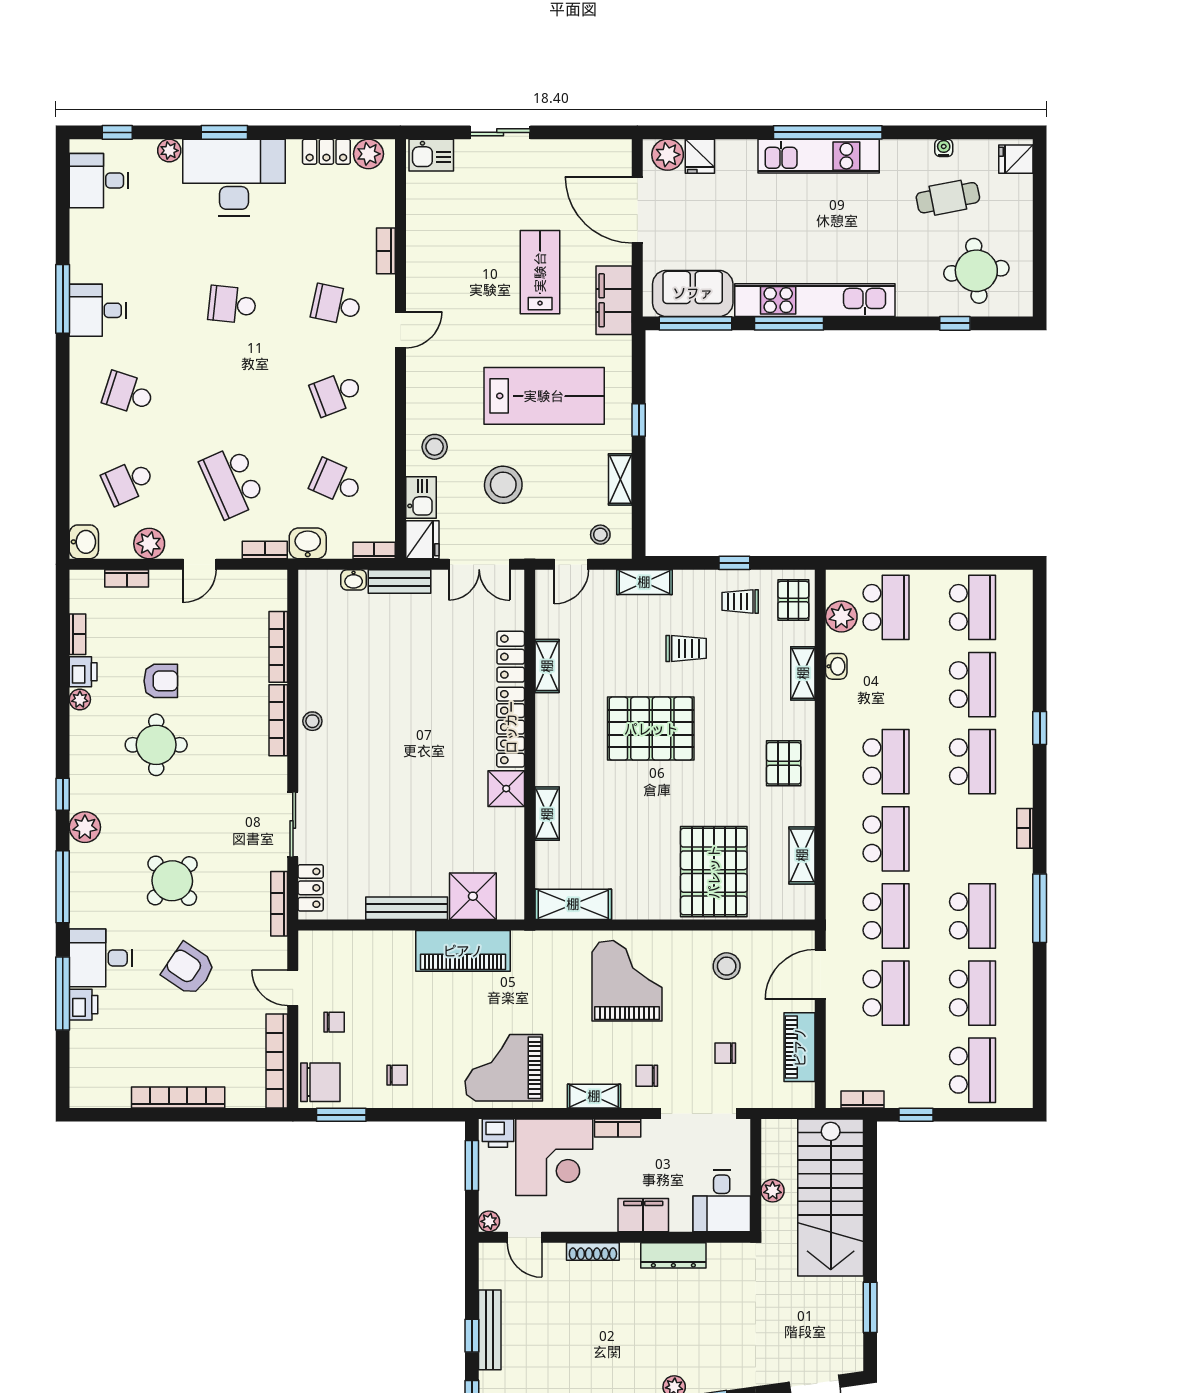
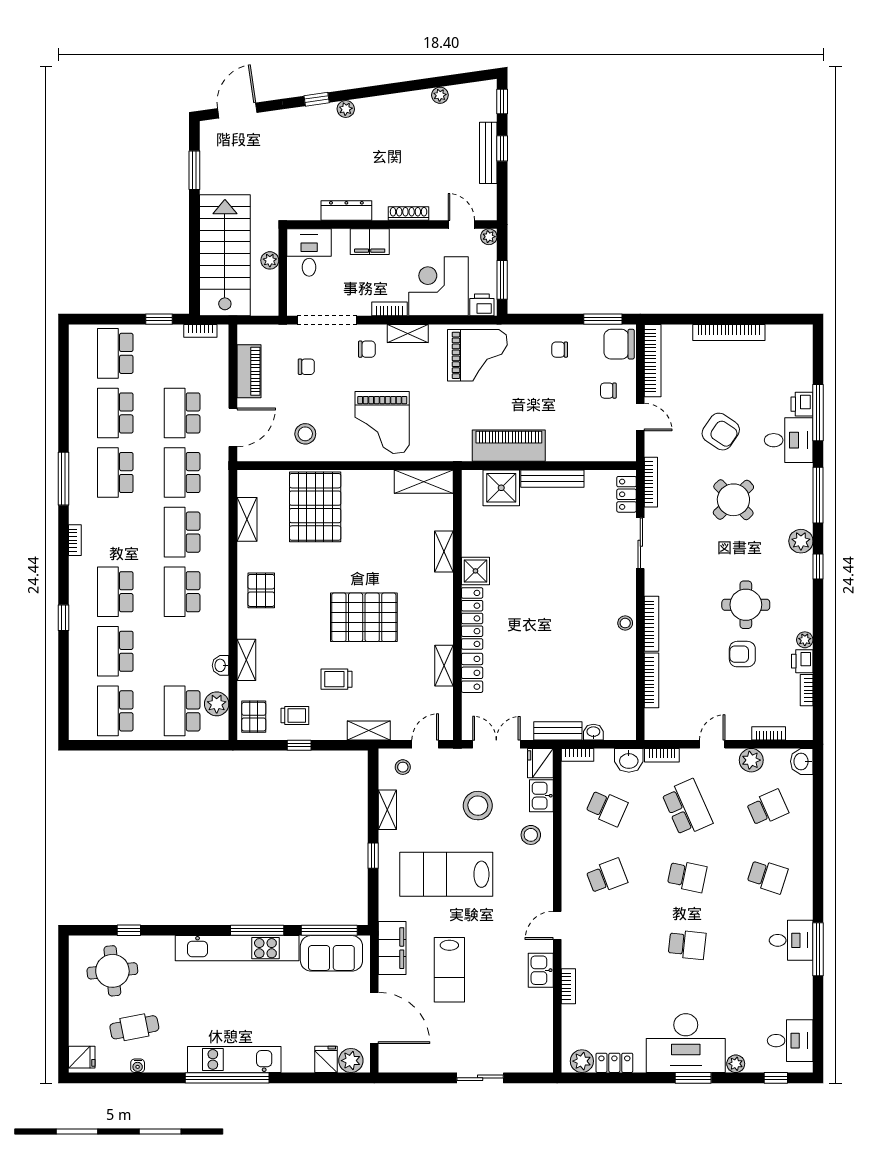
kitchen sink: (431, 155) -> (541, 970), moved, turned -90
school desk: (336, 305) -> (687, 876), moved

